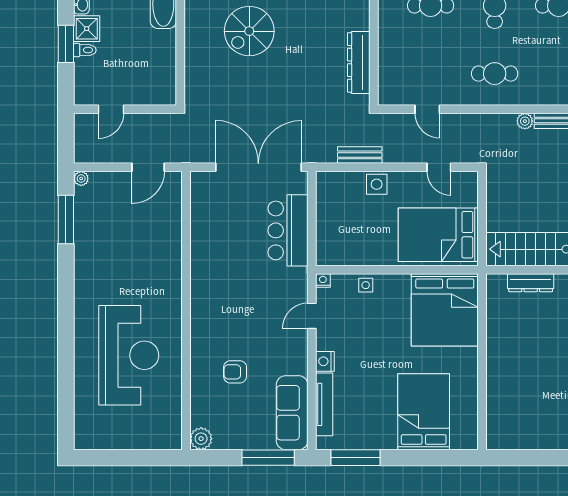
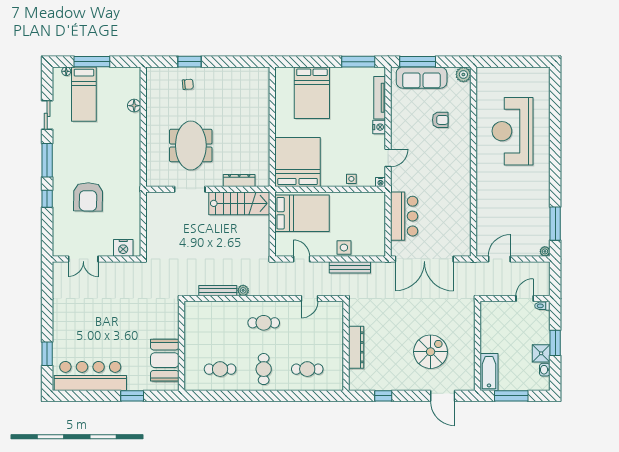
toilet: (85, 50) -> (542, 306), moved
dresser: (359, 62) -> (356, 347), moved
door: (427, 109) -> (309, 299), swing flipped
bench: (360, 155) -> (350, 267), width x1.36
sofa: (292, 413) -> (422, 78), moved, turned 90

